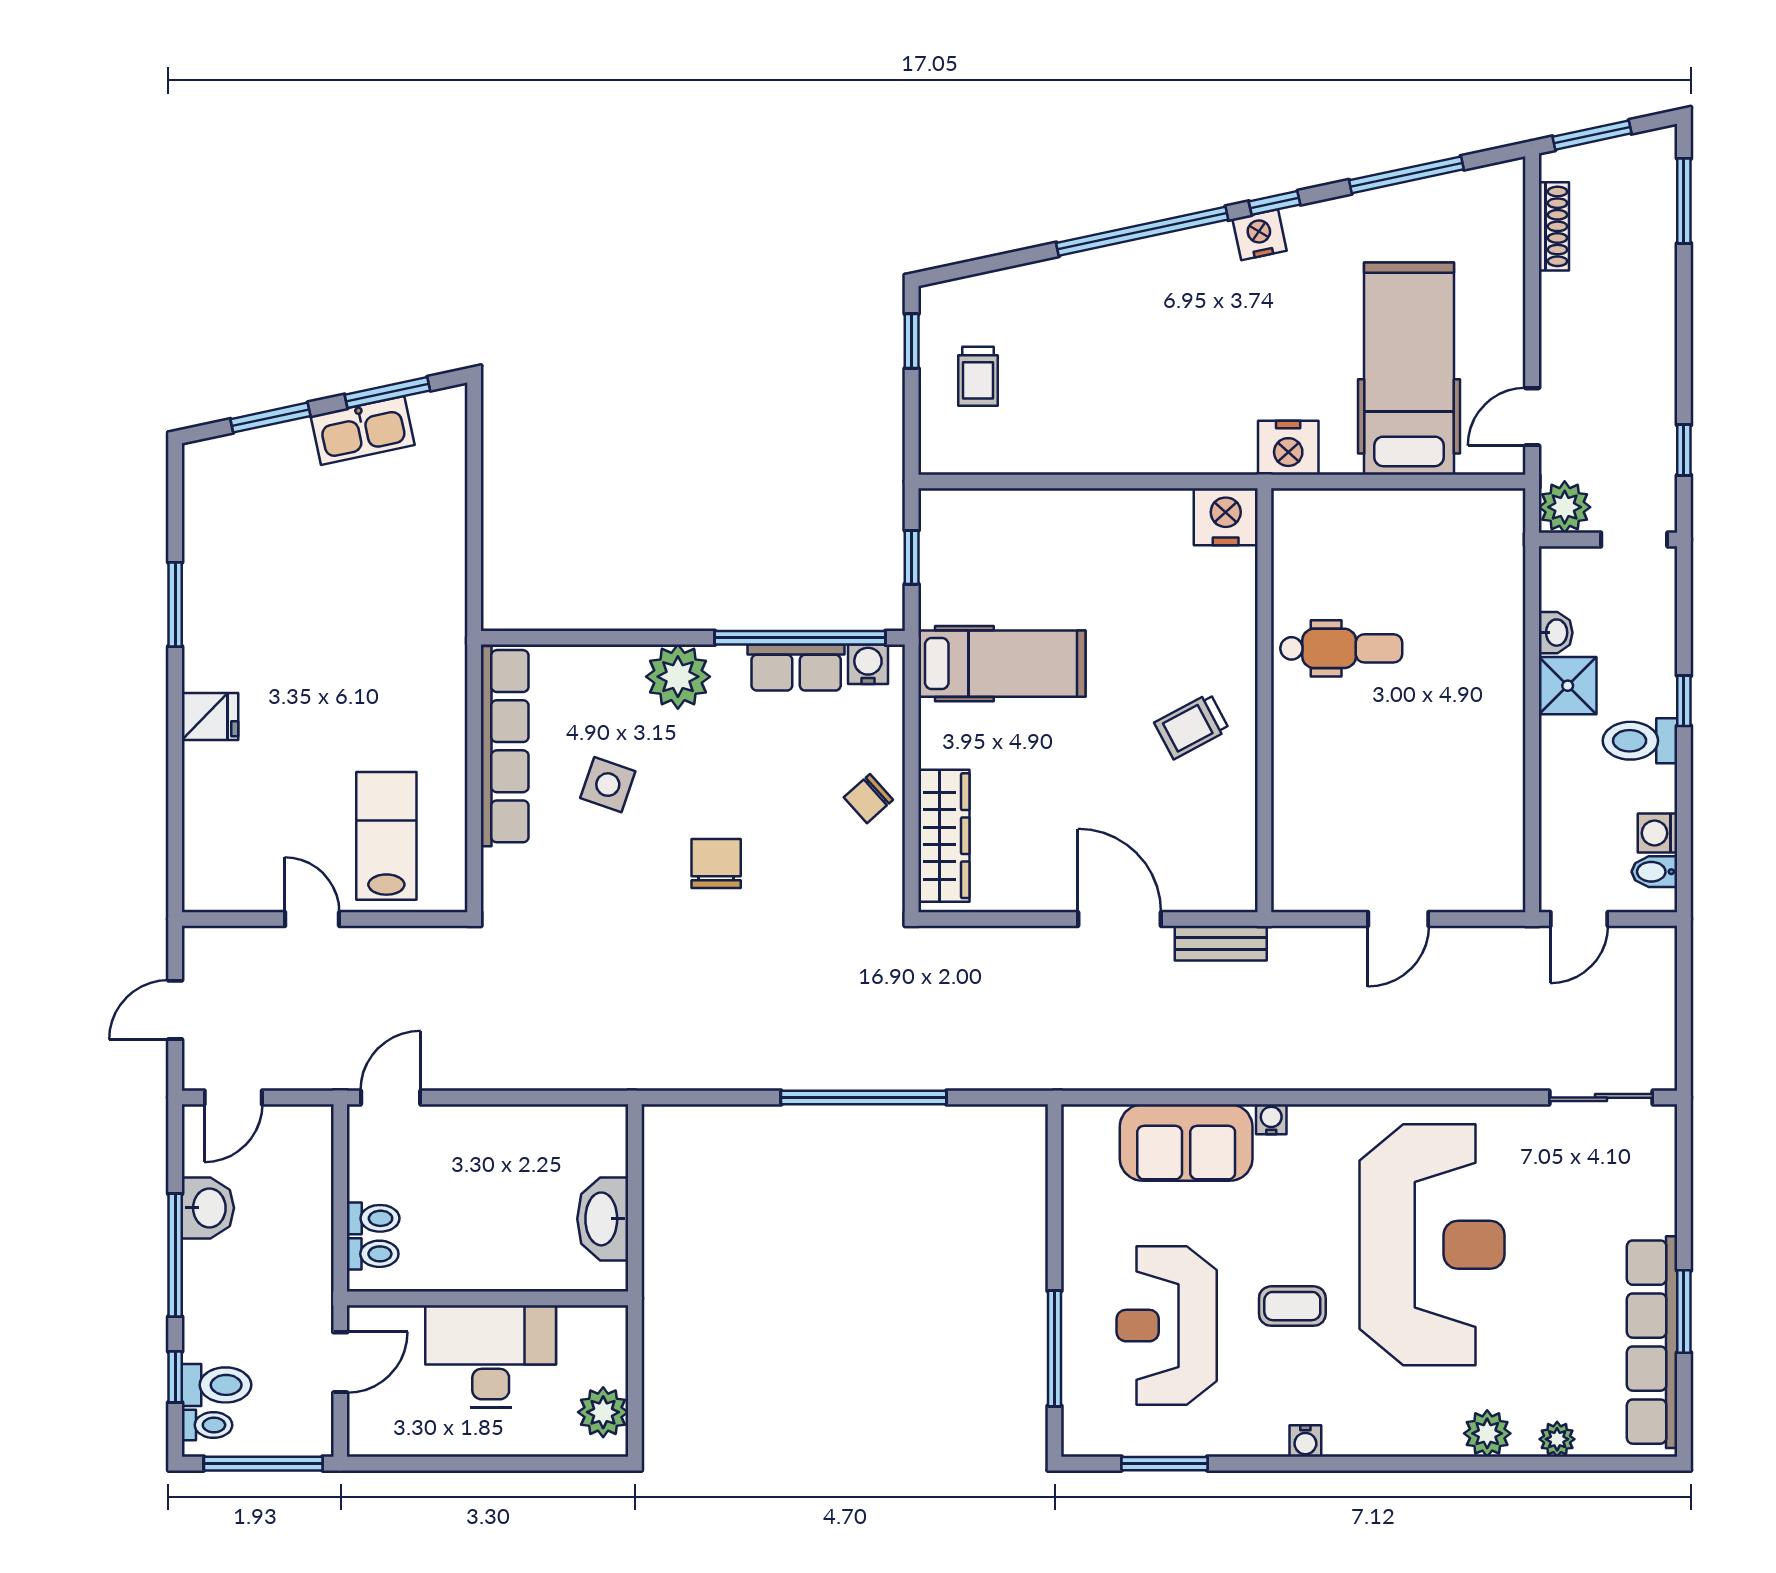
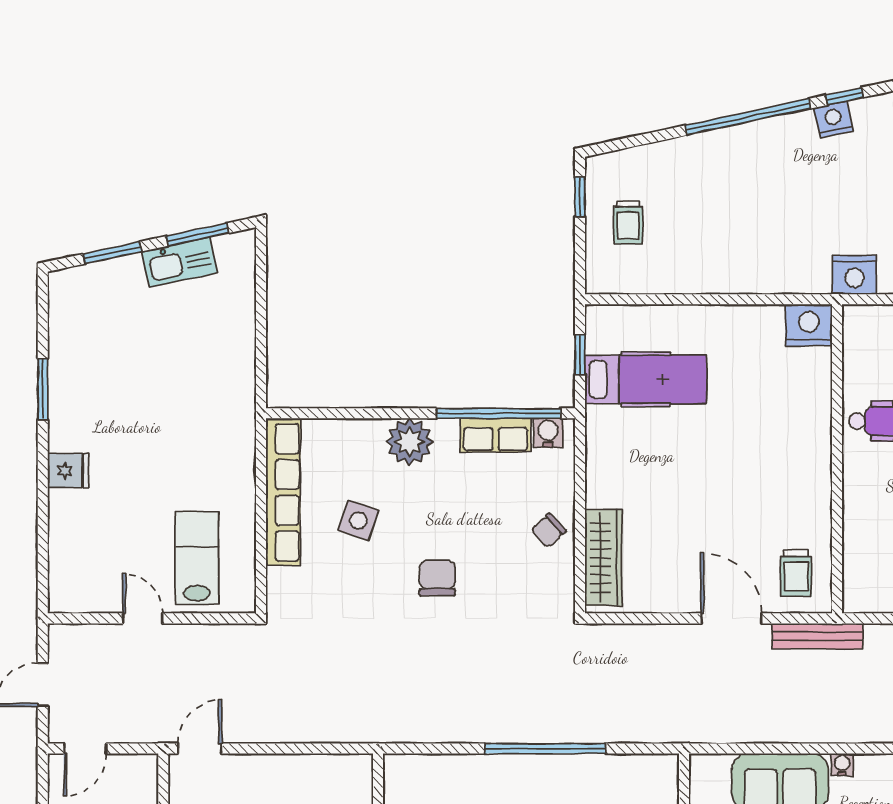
hospital bed: (1002, 664) -> (646, 379), moved
trolley: (1192, 726) -> (796, 573), moved, turned -62
bench: (1221, 943) -> (817, 636), width x1.36

